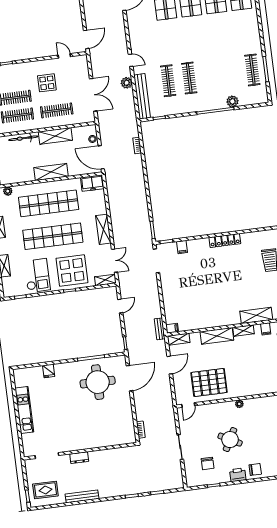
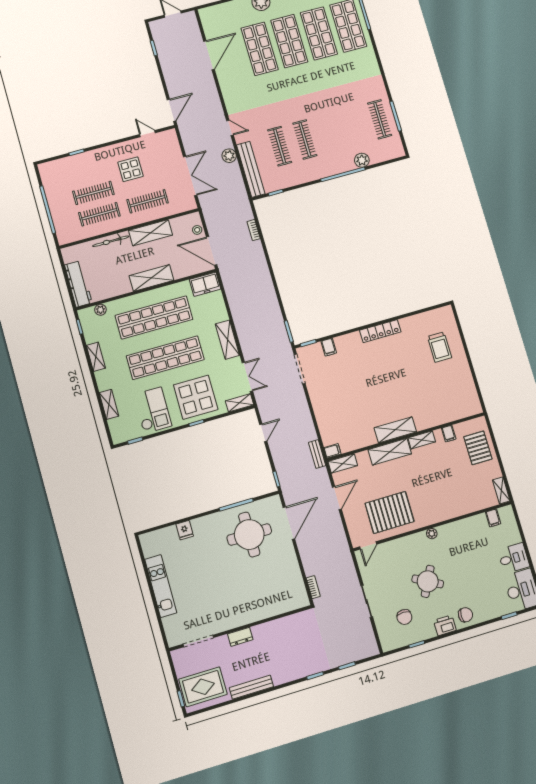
shelving: (256, 315) -> (395, 430), moved
rug: (45, 490) -> (203, 687), width x1.36, depth x1.43

